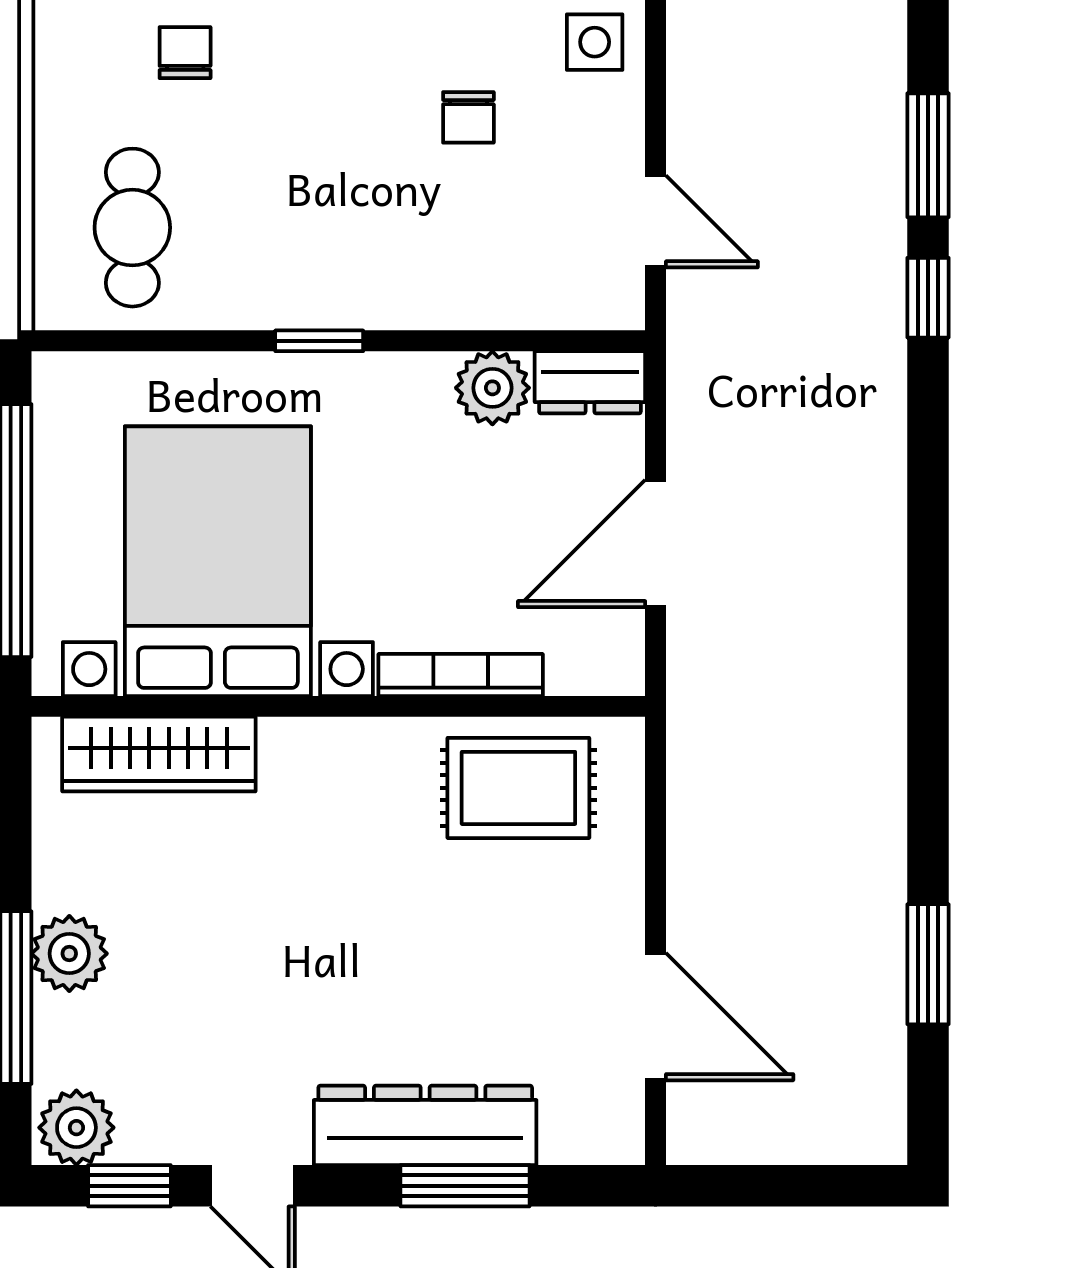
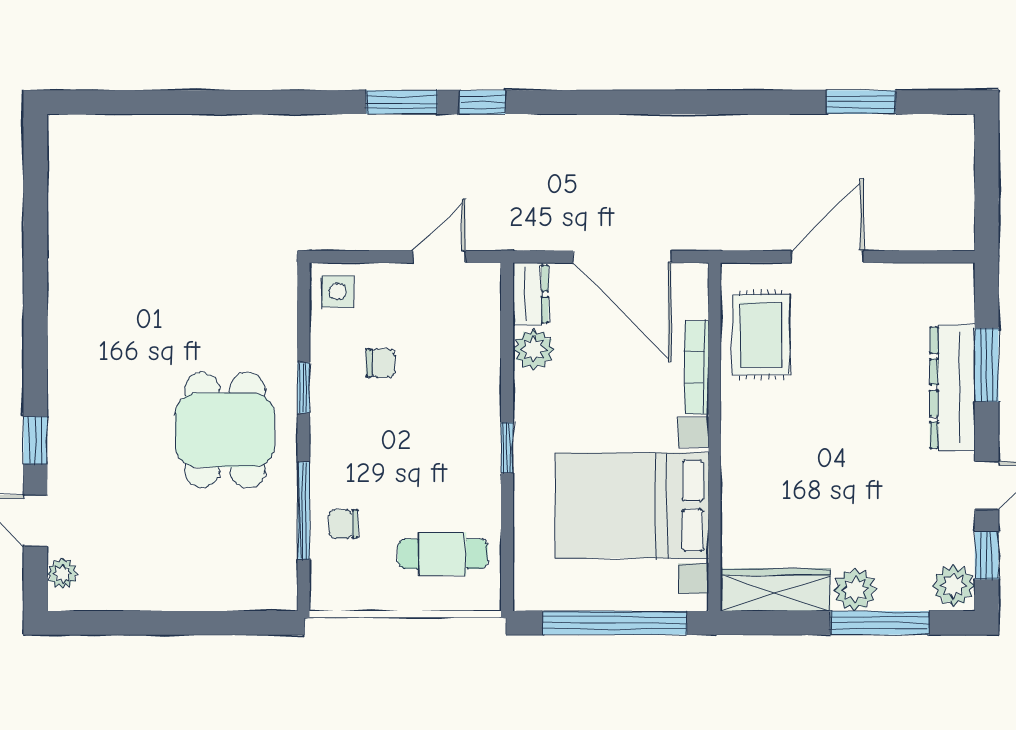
door: (656, 543) -> (622, 257), width x1.36
wardrobe: (159, 754) -> (775, 590), moved, turned -90
door: (656, 1017) -> (827, 257), moved

